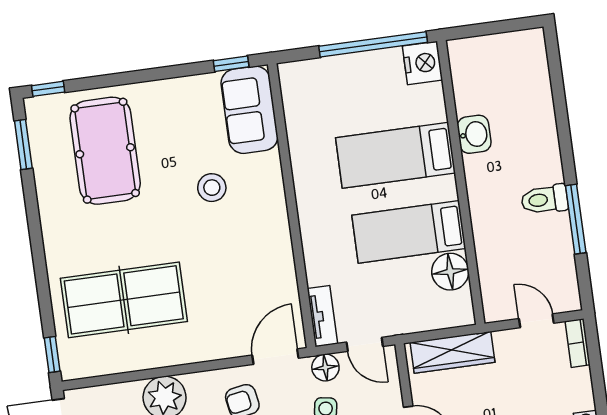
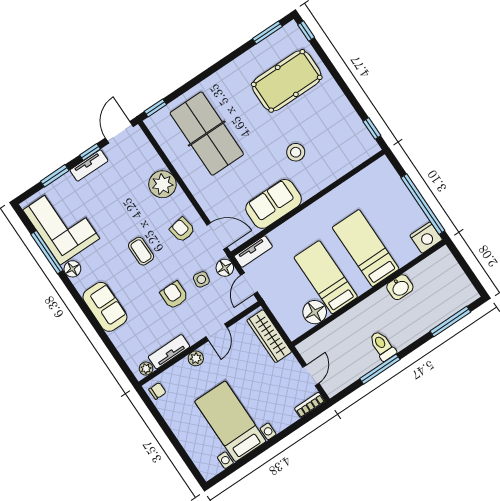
window: (558, 87) -> (450, 322), added
sofa: (249, 110) -> (274, 204), moved

